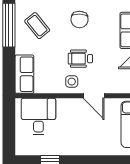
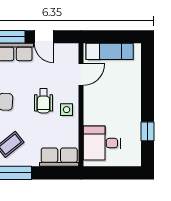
door: (94, 96) -> (81, 75), moved

